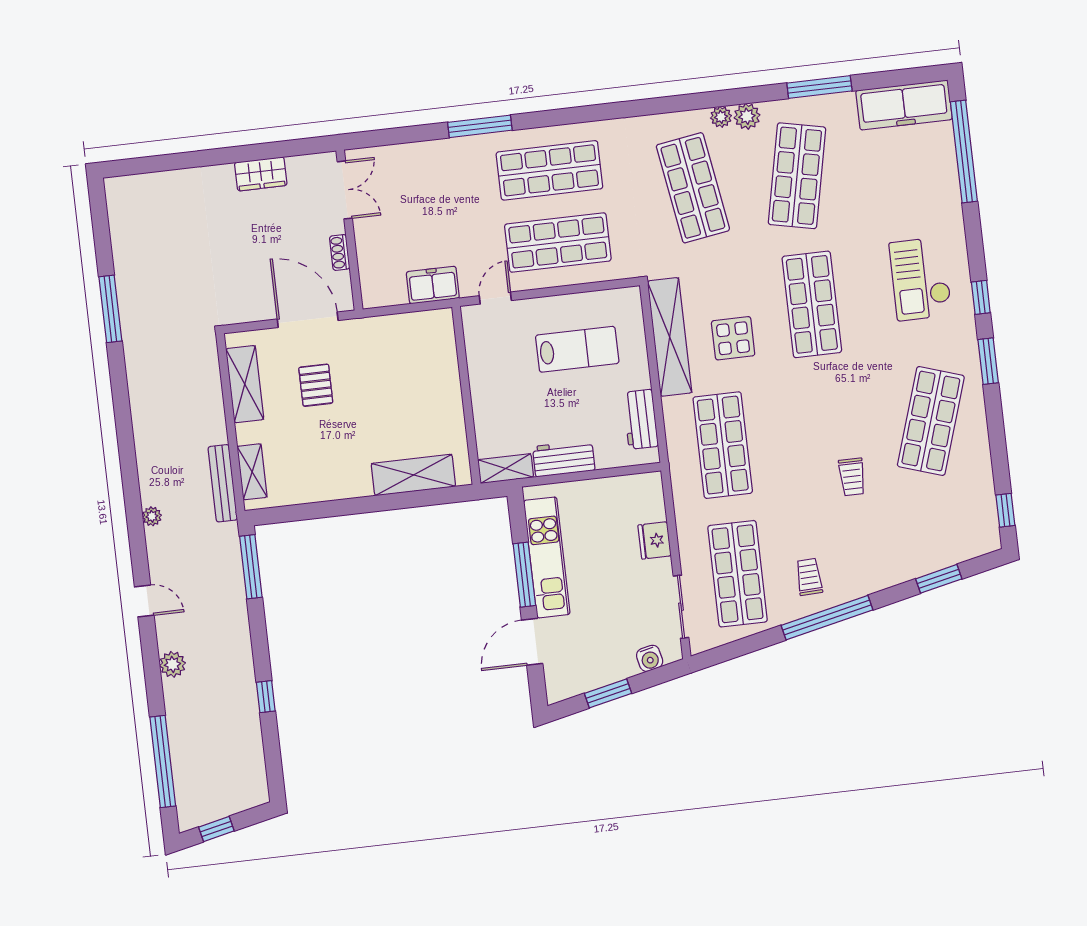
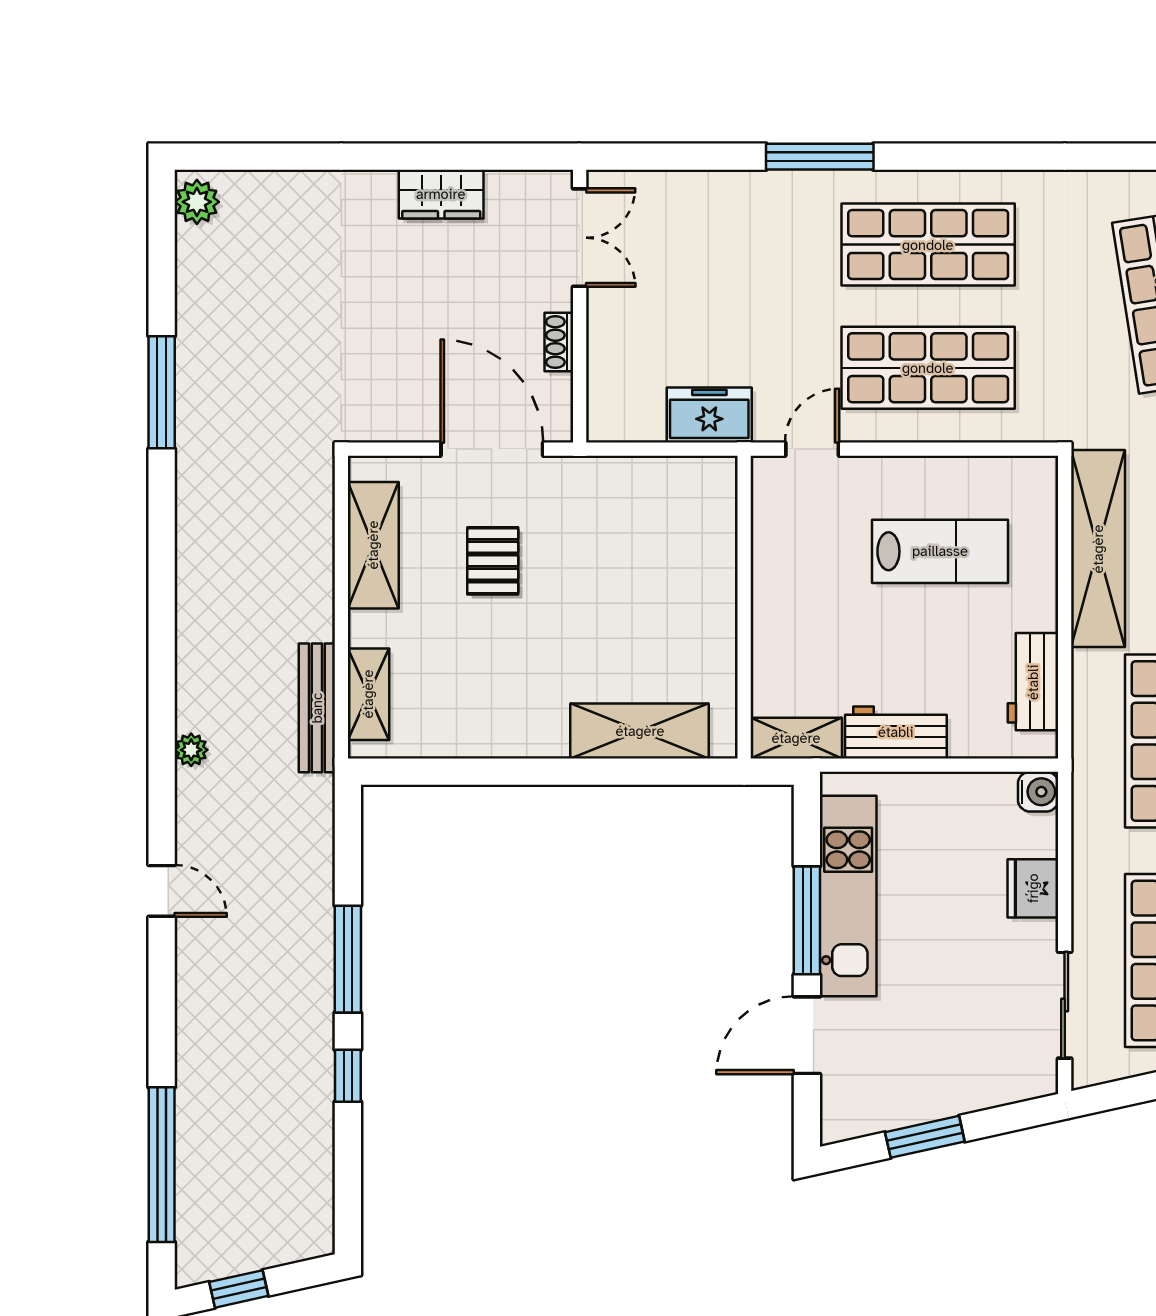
window: (251, 567) -> (348, 959), moved
water cooler: (650, 658) -> (1038, 792), moved, turned -77
plant: (172, 664) -> (197, 202), moved

